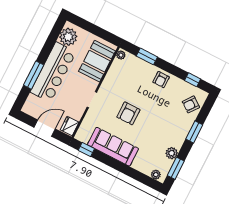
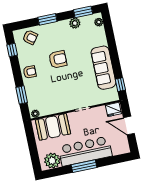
window: (34, 75) -> (84, 166), moved
armchair: (128, 113) -> (58, 59), moved

